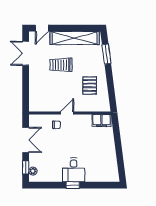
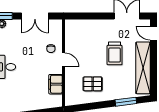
trolley: (61, 65) -> (115, 53), turned 180
filing cabinet: (102, 120) -> (55, 84), moved

